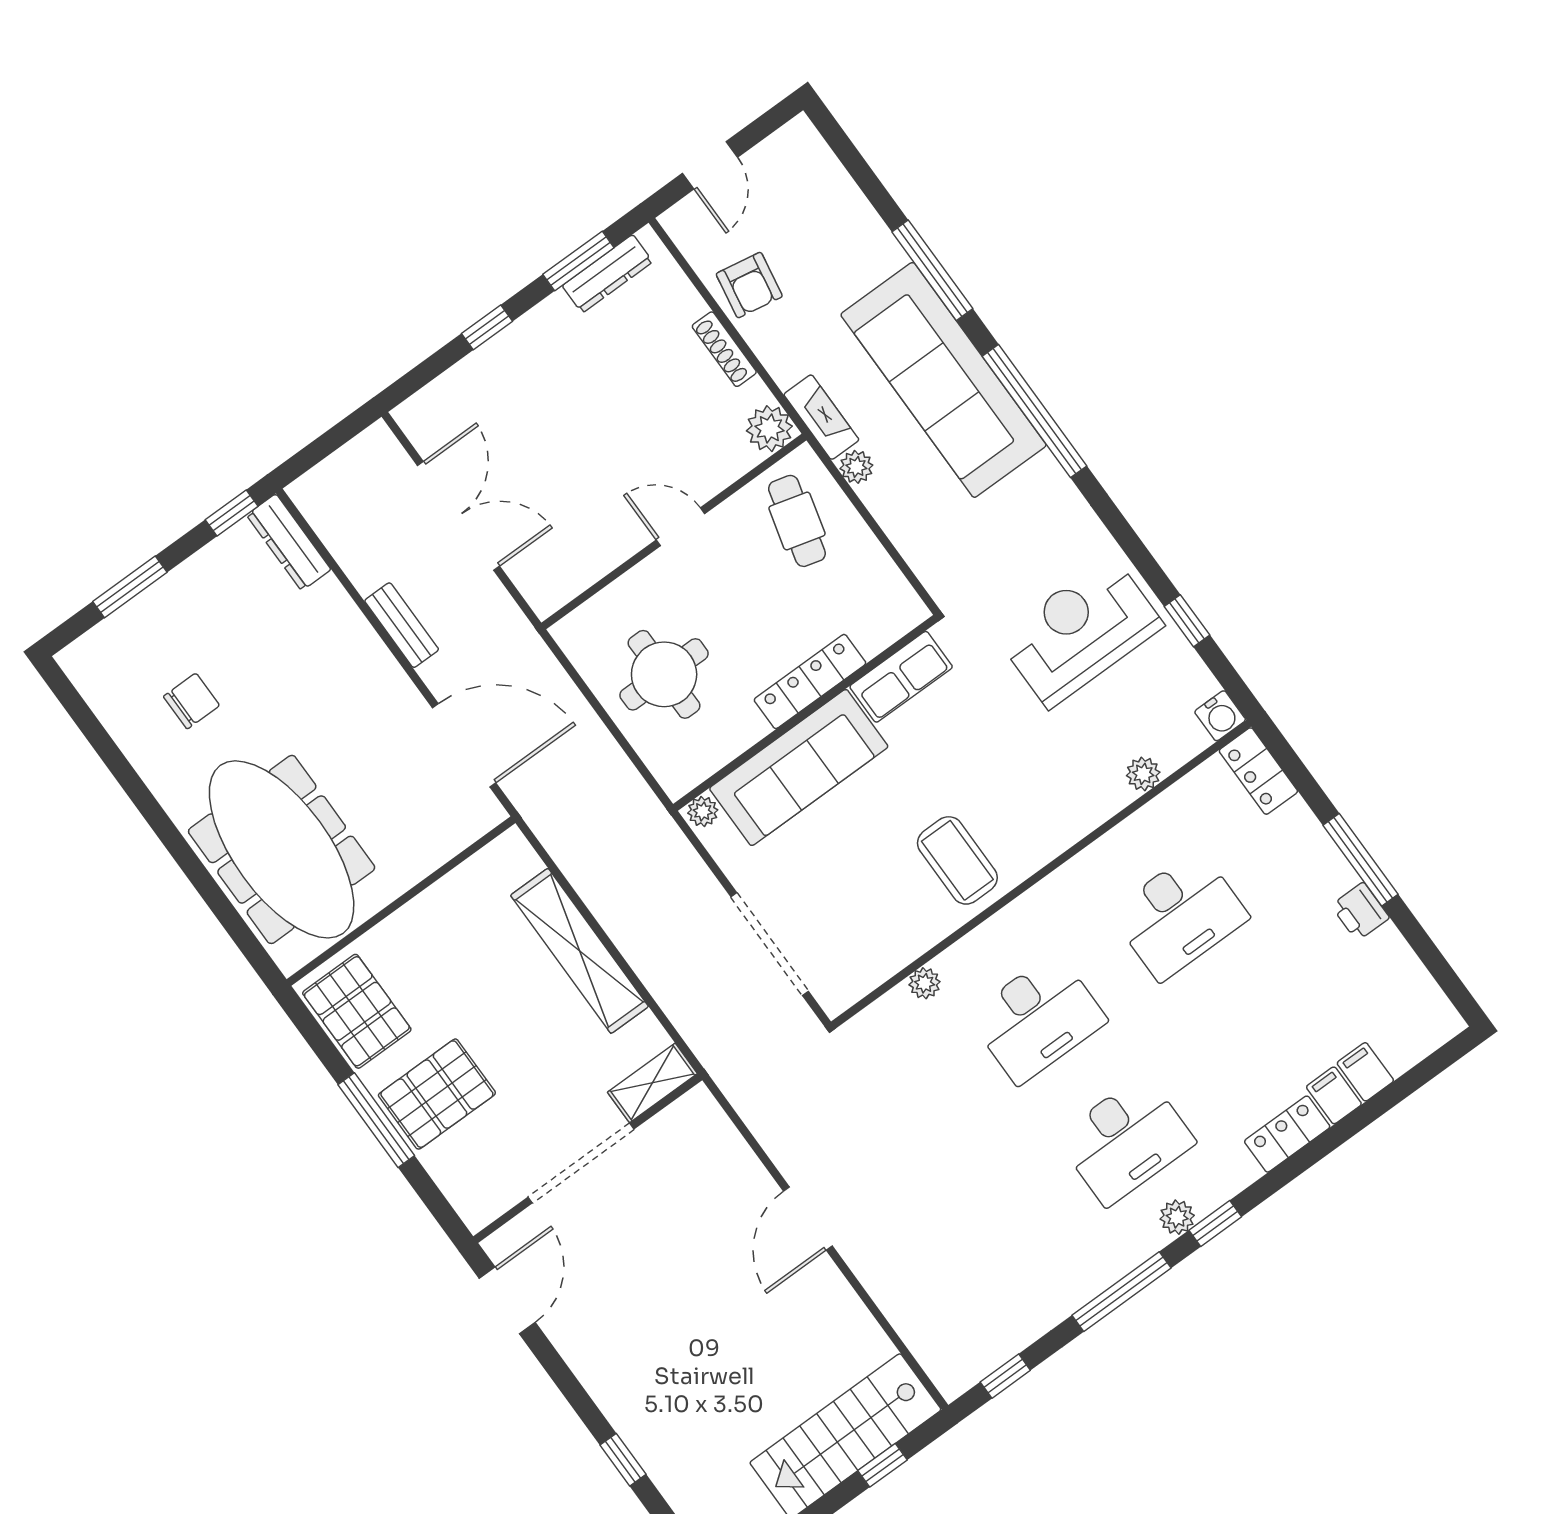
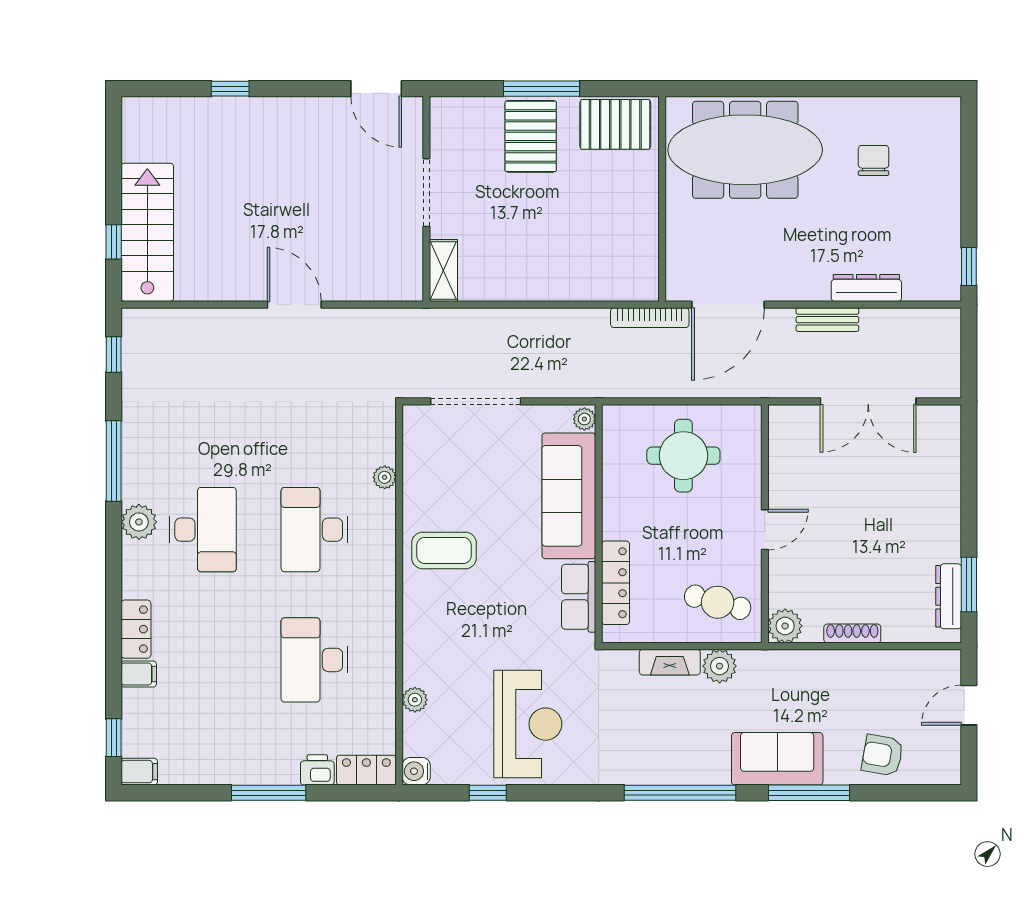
door: (710, 165) -> (969, 705), hinge flipped
armchair: (749, 285) -> (882, 755), moved
window: (487, 327) -> (969, 501), removed
sofa: (943, 380) -> (777, 759), width x0.54, depth x0.79
fireplace: (821, 417) -> (670, 662), moved
plant: (856, 467) -> (720, 666), width x1.38, depth x1.38
dresser: (289, 542) -> (866, 288), moved
window: (130, 587) -> (969, 173), removed
locker: (810, 681) -> (616, 583), moved
chair: (191, 701) -> (874, 160), turned 180
bookcase: (540, 820) -> (650, 318), added
printer: (1360, 912) -> (317, 770), moved
shelving: (580, 951) -> (554, 284), removed
filing cabinet: (1365, 1072) -> (139, 772), moved
desk: (1126, 1140) -> (203, 530), turned 180
doorway: (581, 1163) -> (426, 193), width x0.73
plant: (1177, 1217) -> (139, 522), width x1.38, depth x1.38
window: (1215, 1223) -> (114, 738), moved

